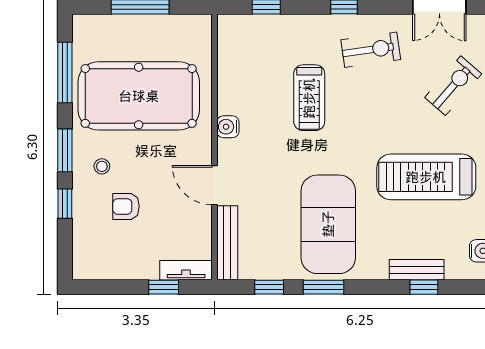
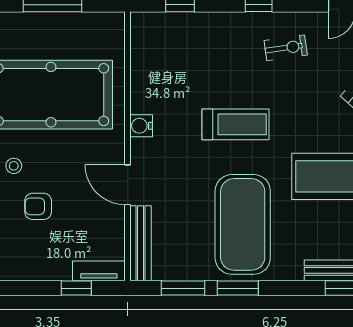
exercise bike: (371, 50) -> (286, 48), width x0.73, depth x0.72
treadmill: (309, 98) -> (235, 124), moved, turned -90
window: (269, 287) -> (183, 288), width x1.50

